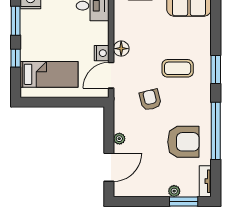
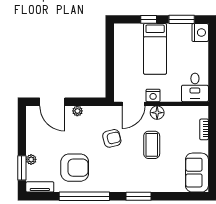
coffee table: (178, 68) -> (152, 145), moved
bed: (49, 74) -> (155, 49), moved
door: (111, 75) -> (133, 104), swing flipped
armchair: (183, 142) -> (75, 168), turned -90

